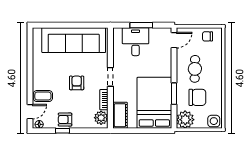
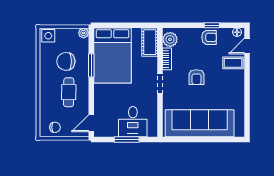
plant: (185, 120) -> (84, 33), width x0.53, depth x0.53

